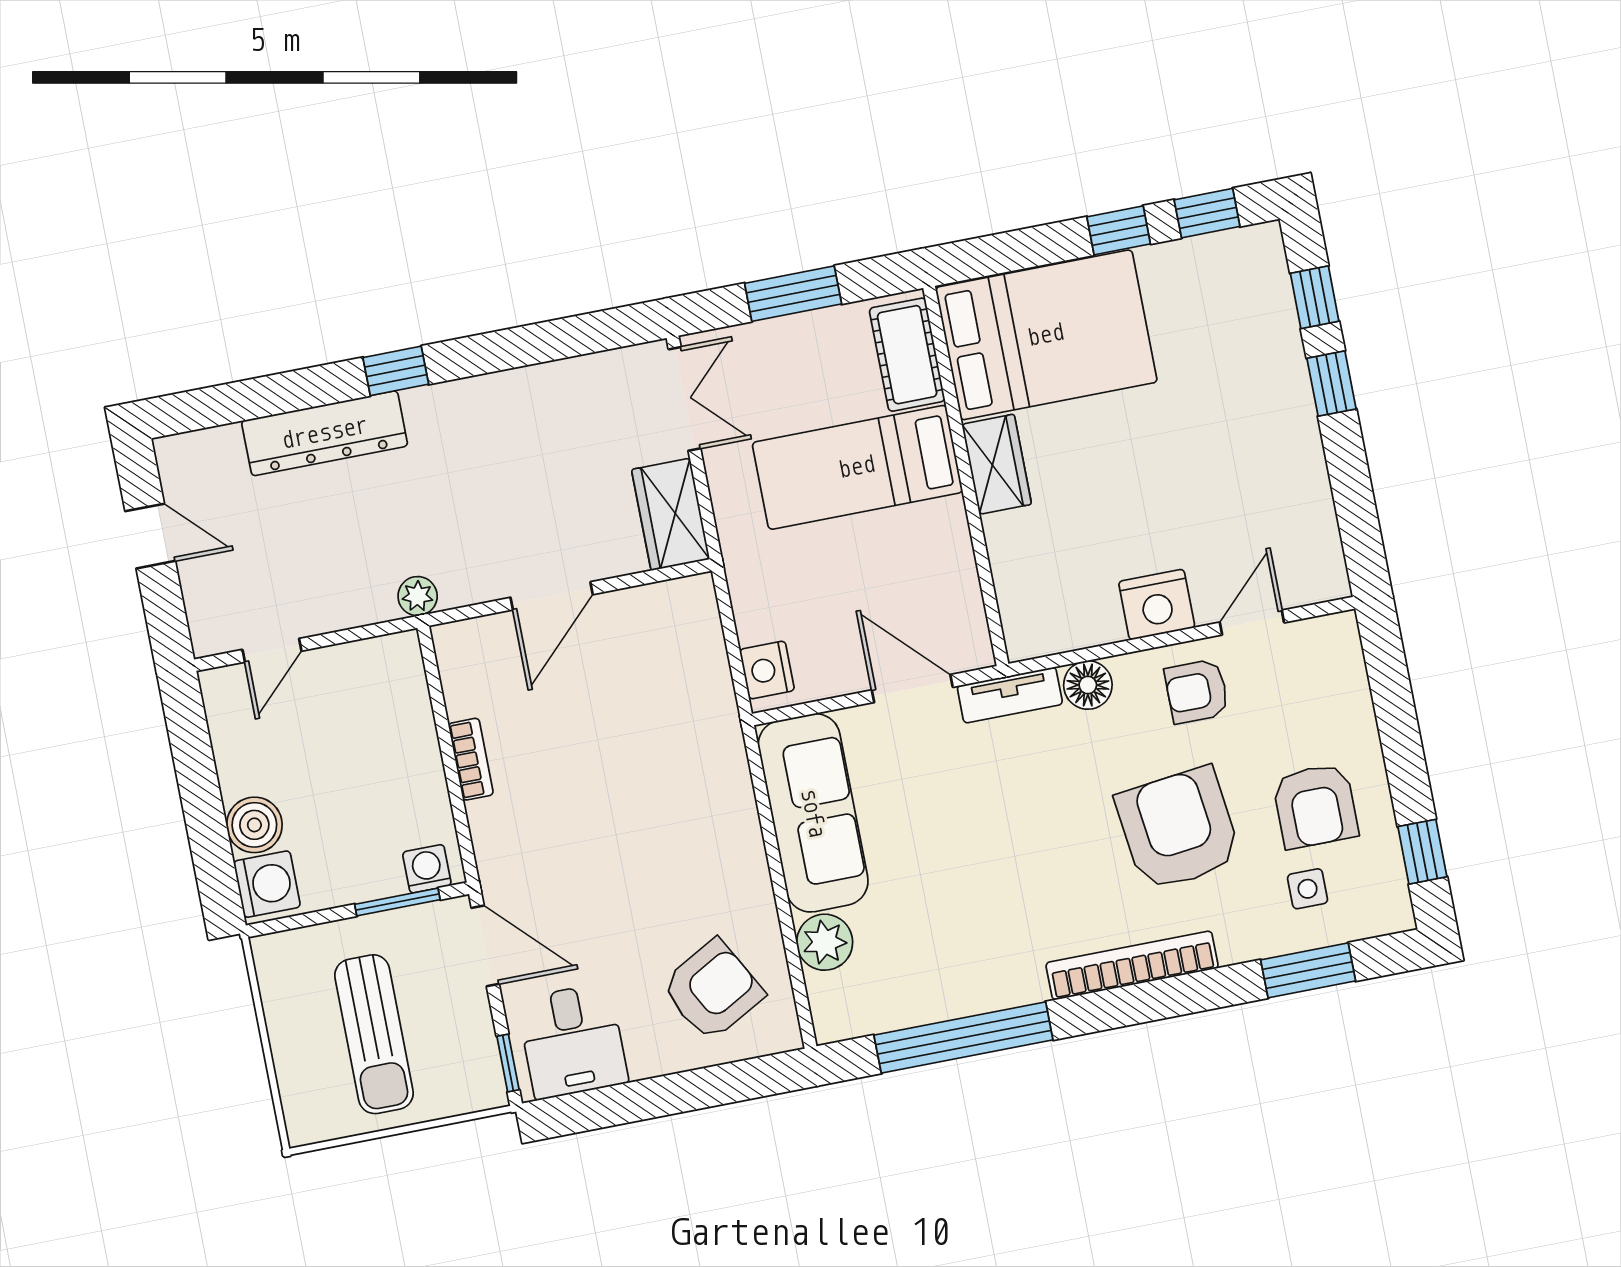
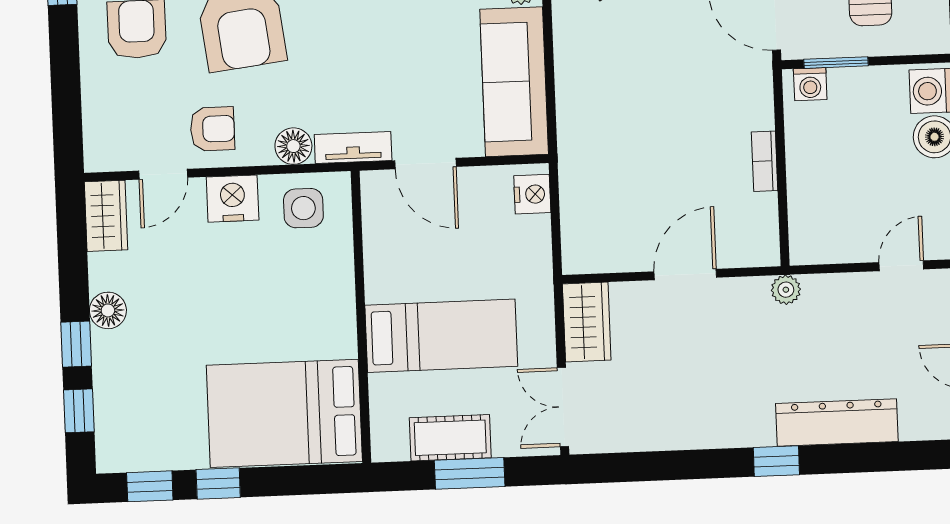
cot: (907, 355) -> (450, 438), moved, turned 90
floor lamp: (1297, 434) -> (108, 310), added
wardrobe: (997, 464) -> (106, 216), moved, turned 180
side table: (1062, 606) -> (303, 208), added

